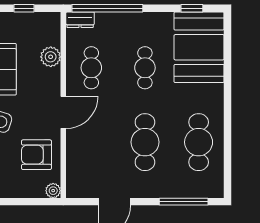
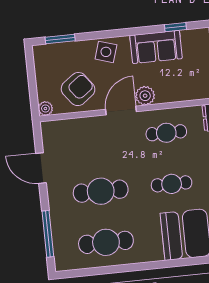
plant: (51, 57) -> (145, 96), moved
door: (63, 112) -> (121, 110), swing flipped
armchair: (36, 155) -> (78, 89), turned 53

